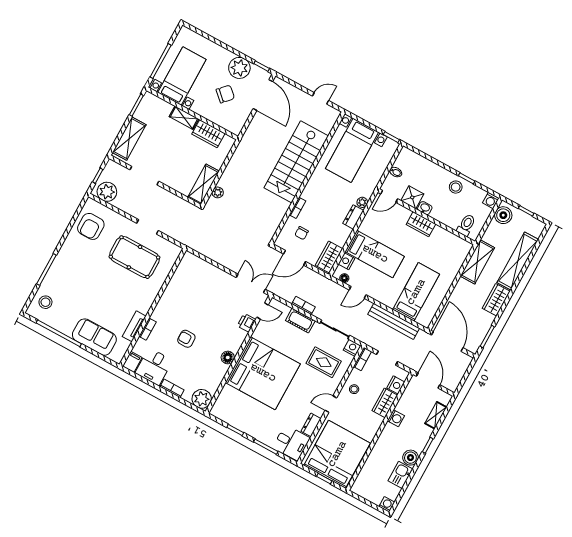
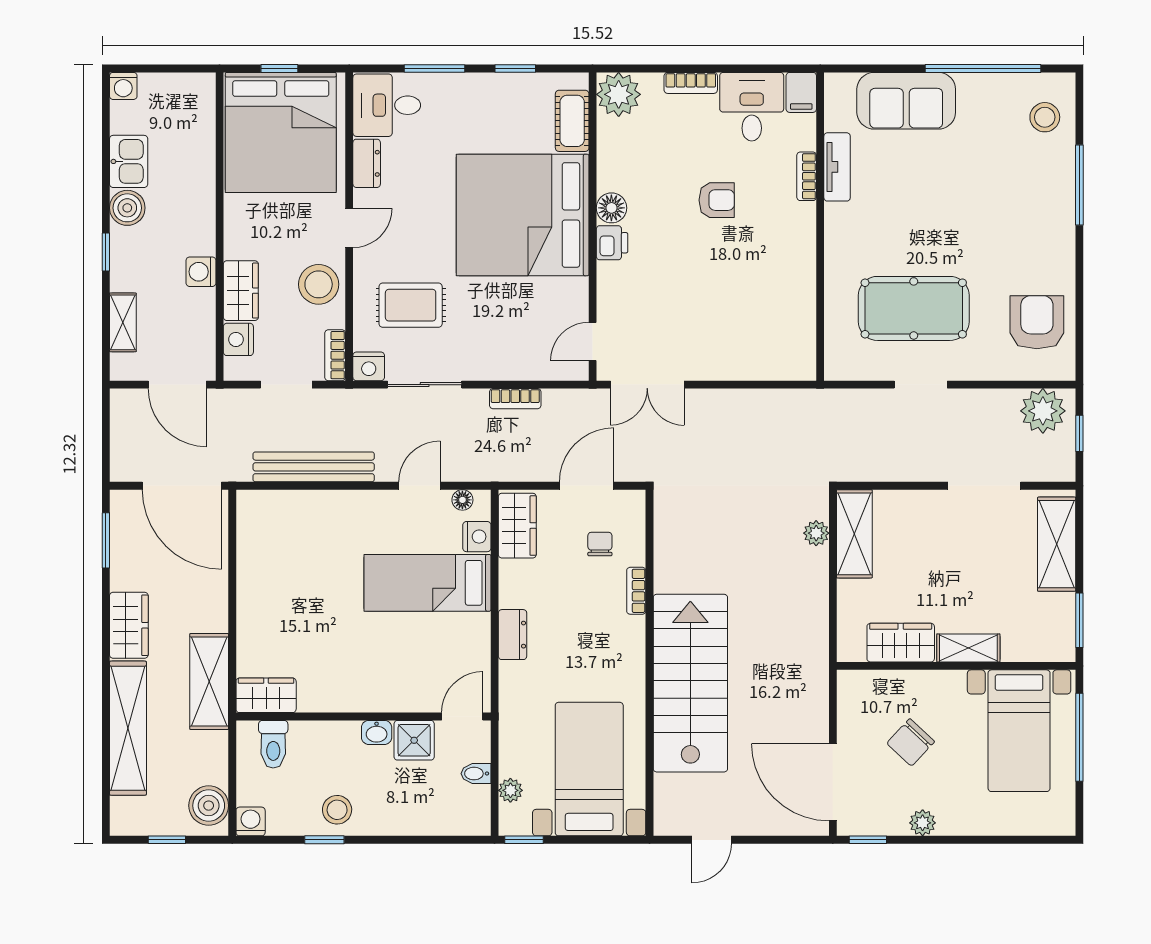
plant: (239, 68) -> (923, 823), width x0.53, depth x0.53
plant: (362, 202) -> (510, 790), moved
wardrobe: (421, 224) -> (266, 695), moved
bed: (416, 292) -> (301, 552), removed
cot: (300, 321) -> (572, 121), moved, turned 90
printer: (246, 323) -> (612, 243), moved
stool: (354, 389) -> (319, 284), width x1.89, depth x1.89

